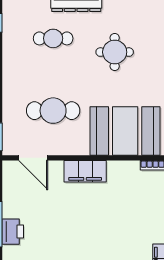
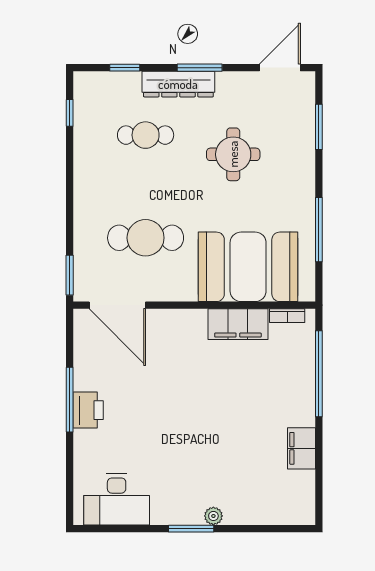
door: (33, 158) -> (117, 305), width x1.36
filing cabinet: (85, 171) -> (238, 324), moved

